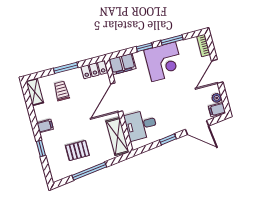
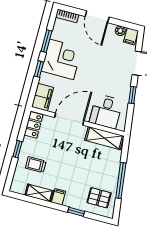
window: (66, 68) -> (17, 149), width x0.67
shelving: (35, 92) -> (39, 193), moved
door: (117, 97) -> (69, 119), swing flipped
pallet: (77, 151) -> (99, 198), moved, turned 90

